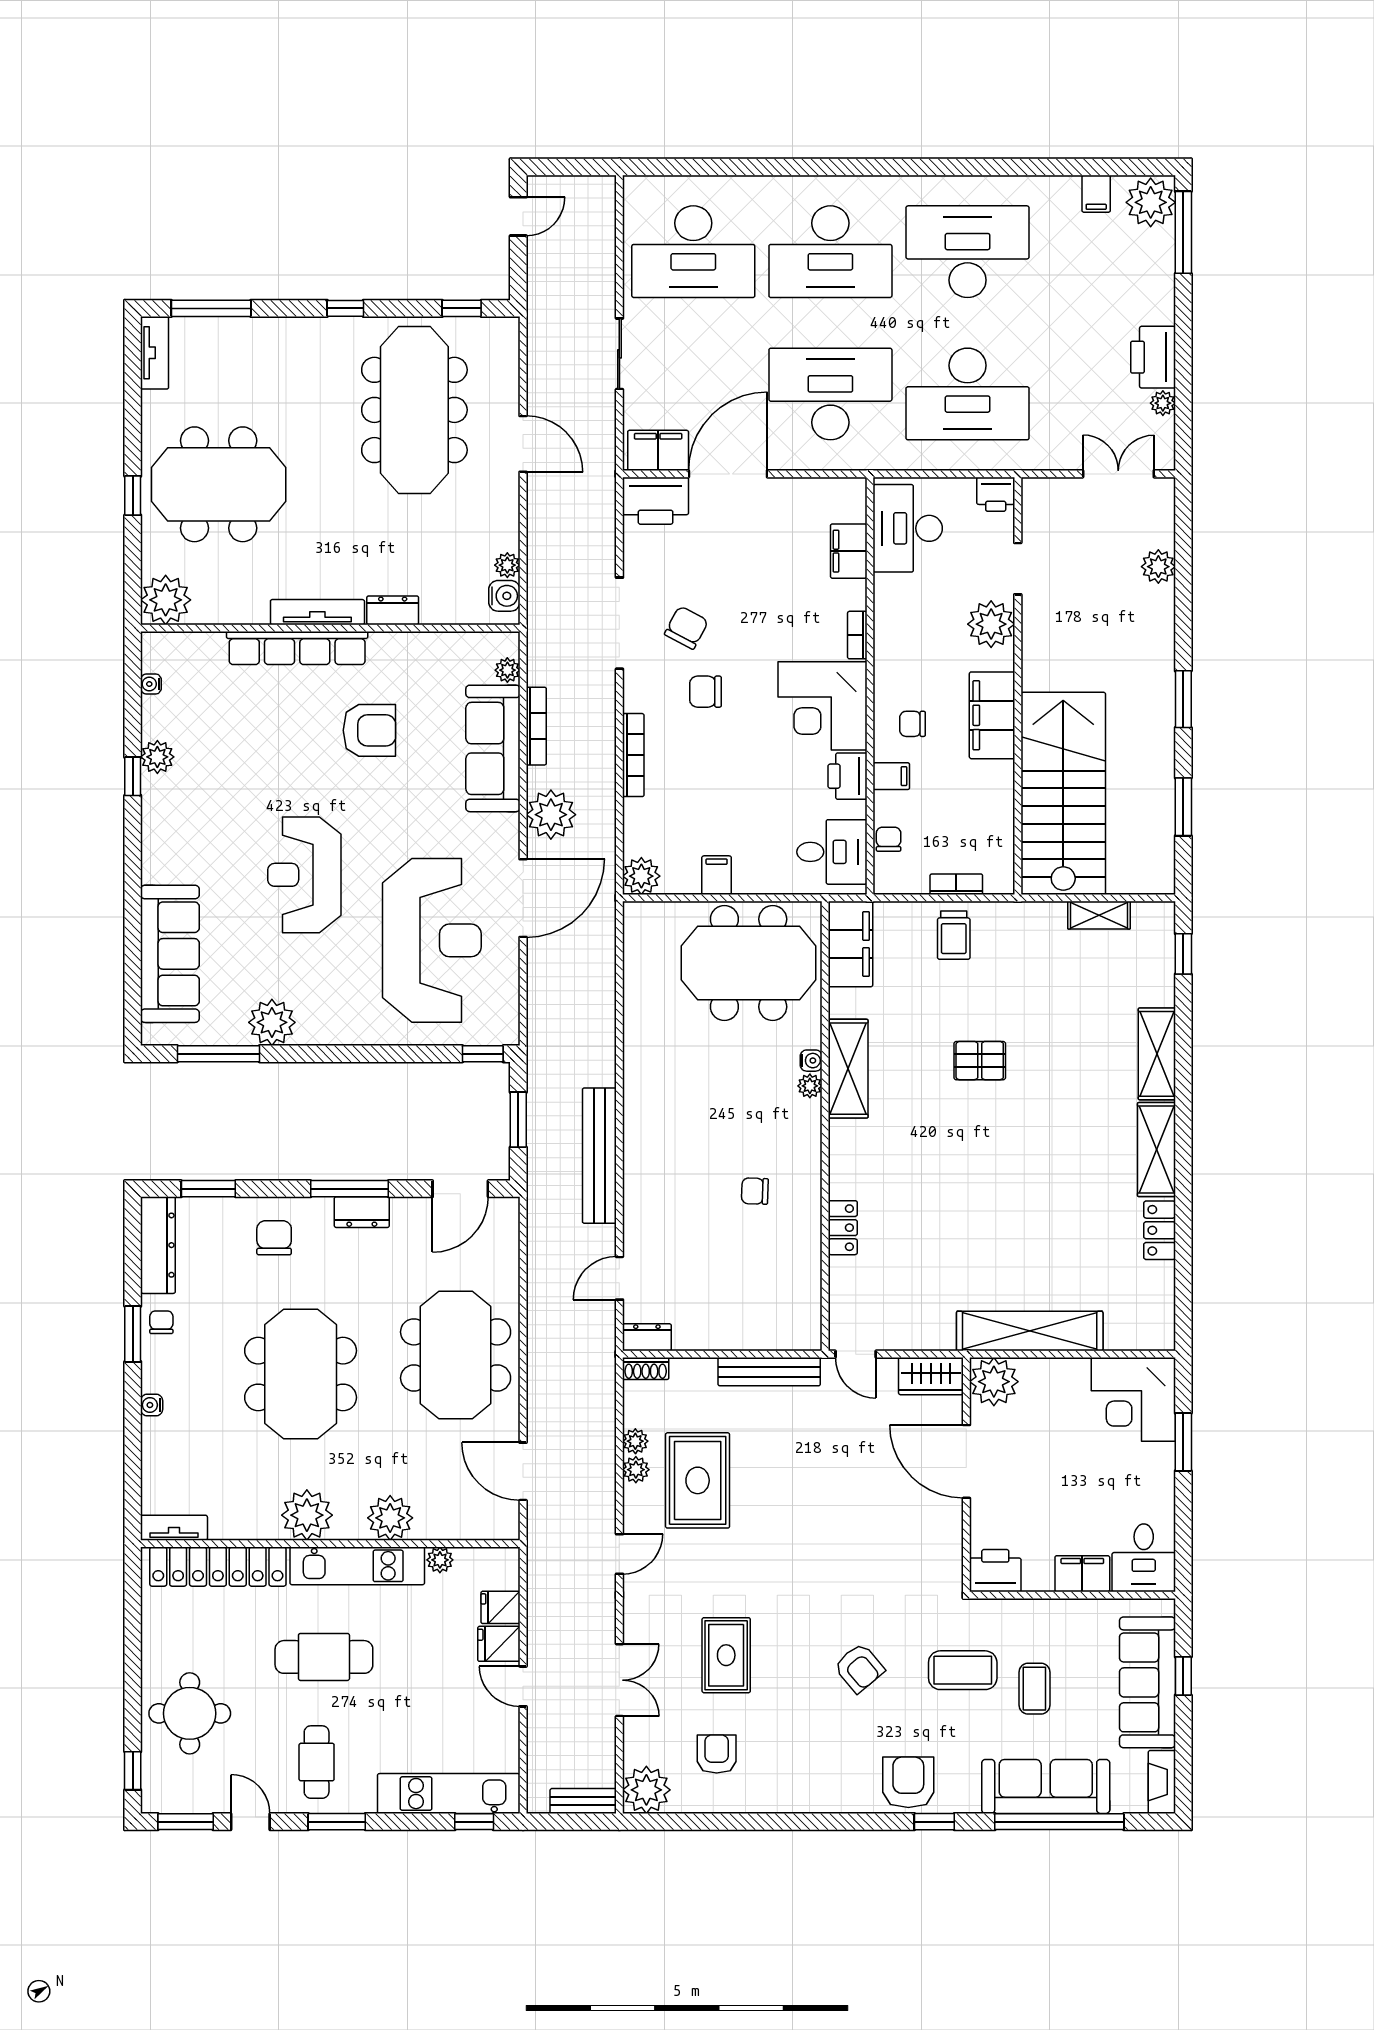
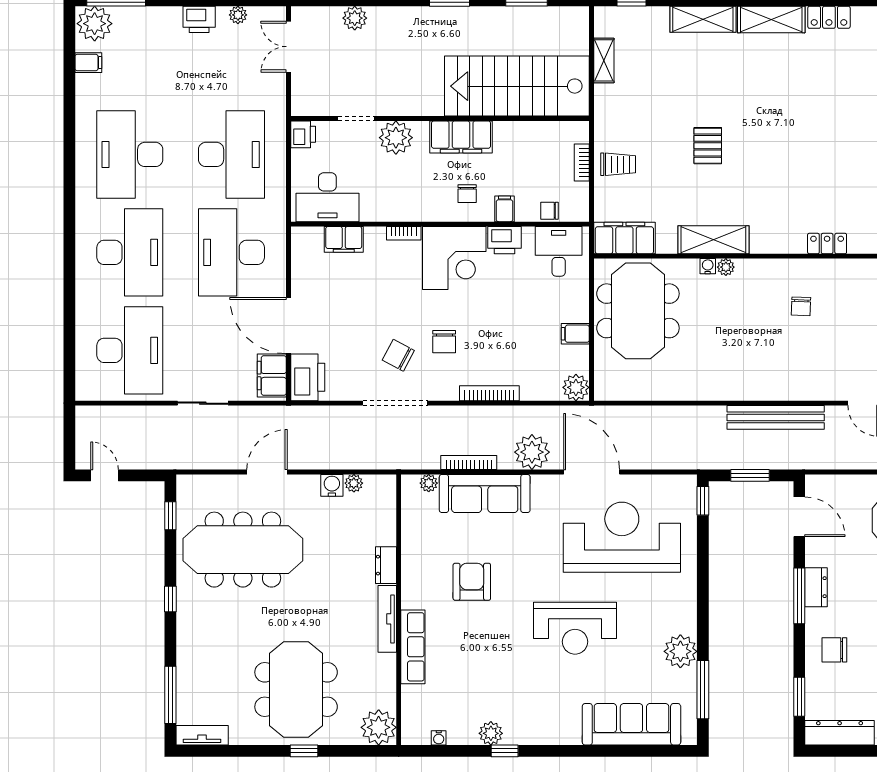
printer: (1153, 357) -> (199, 19), width x0.73, depth x0.84
water cooler: (504, 596) -> (332, 485), moved
row of seats: (297, 648) -> (413, 647), width x0.73

